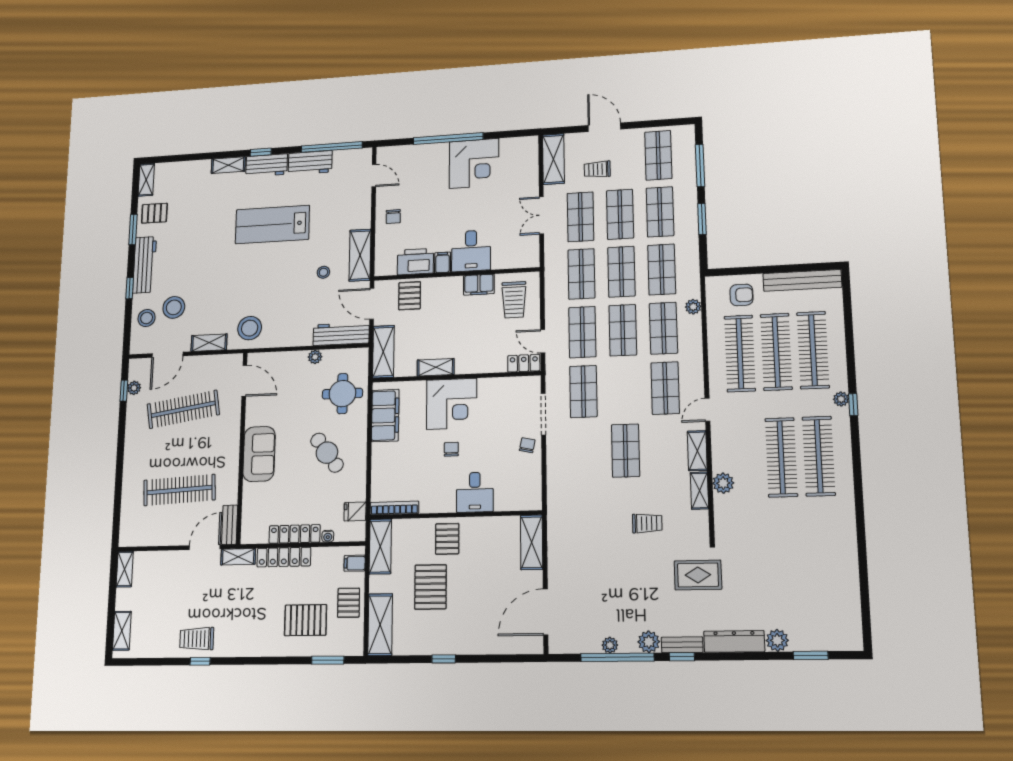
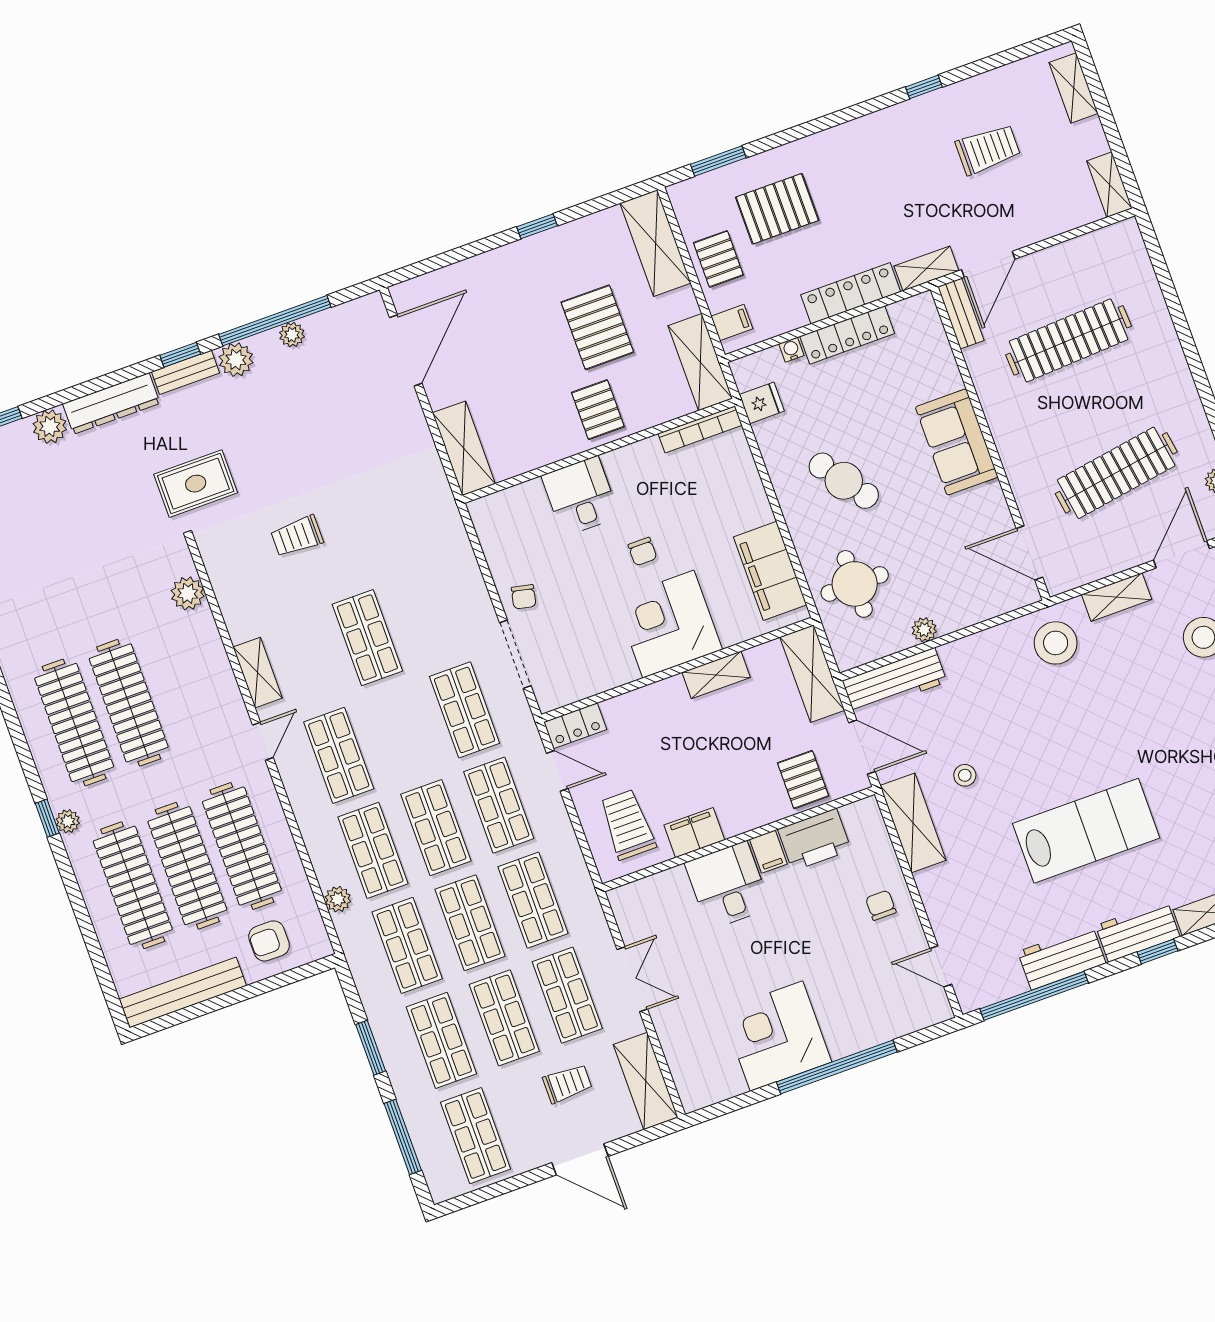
plant: (723, 483) -> (188, 593), moved
shelving: (699, 491) -> (235, 612), removed
trolley: (197, 639) -> (988, 149), moved

